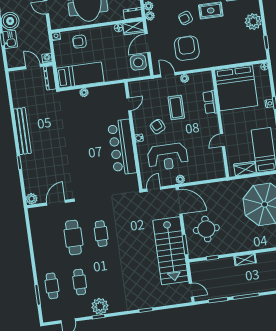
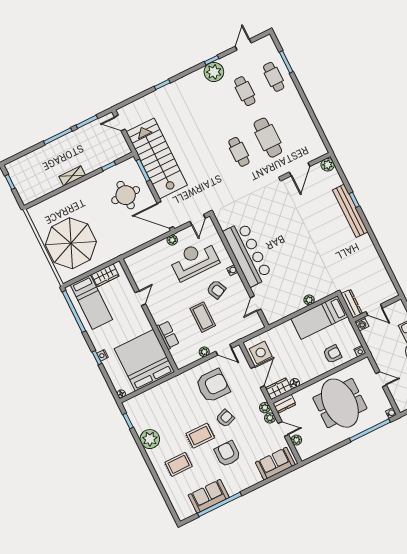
armchair: (187, 48) -> (213, 386), turned -90
bench: (22, 131) -> (350, 211), moved

